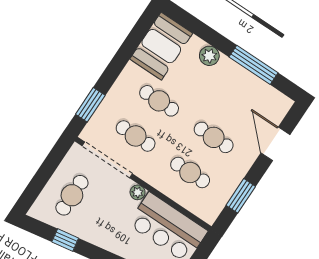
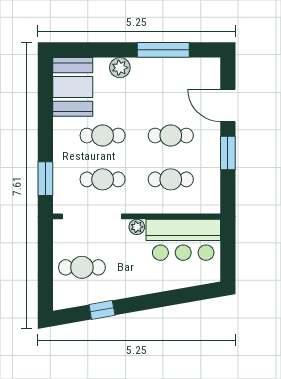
cafe table: (72, 195) -> (82, 267), turned 90
window: (241, 196) -> (228, 153), moved

